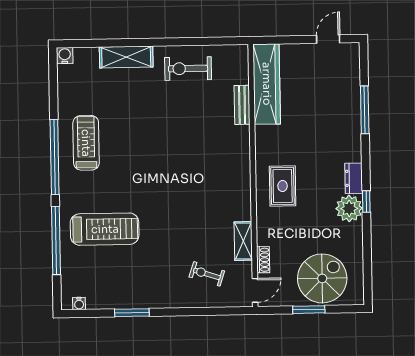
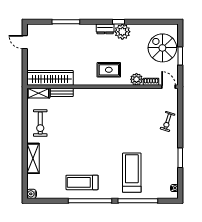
plant: (267, 234) -> (136, 79), added
shelving: (243, 241) -> (38, 93), moved
exercise bike: (207, 274) -> (167, 121), moved

